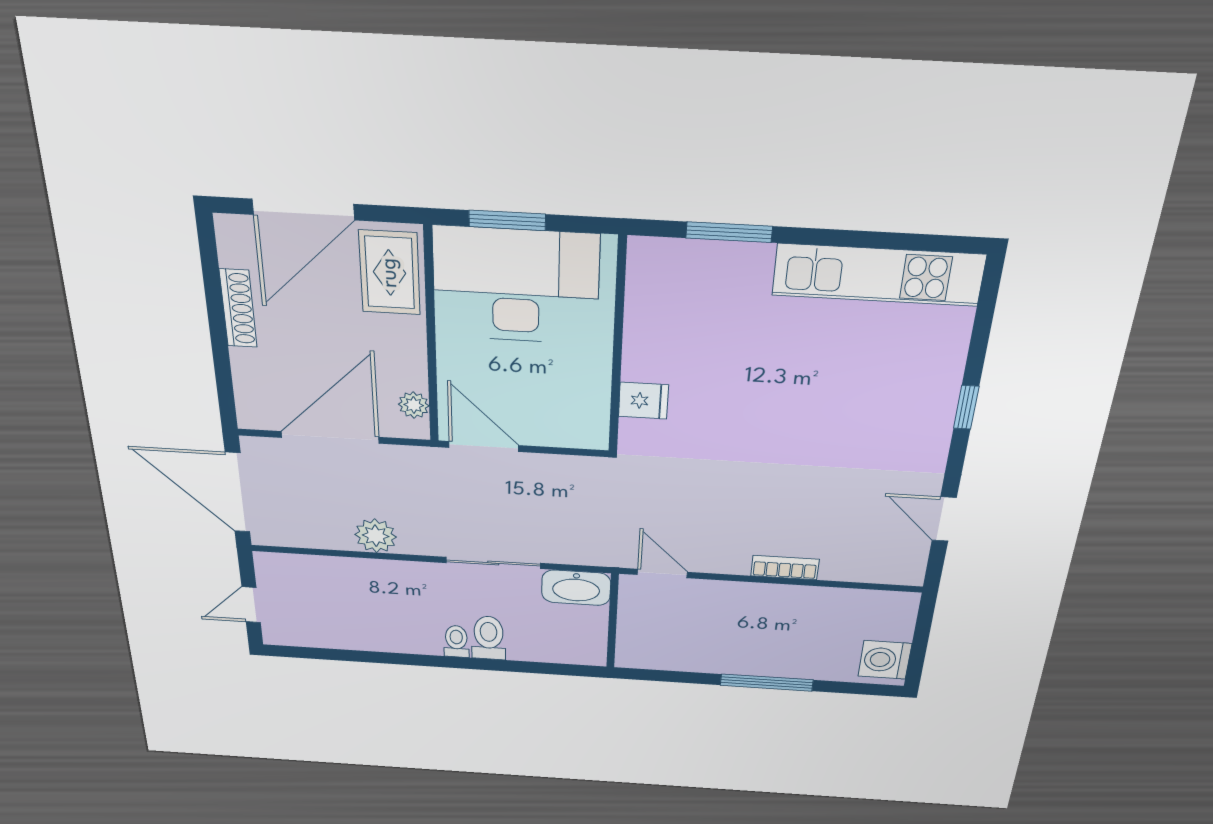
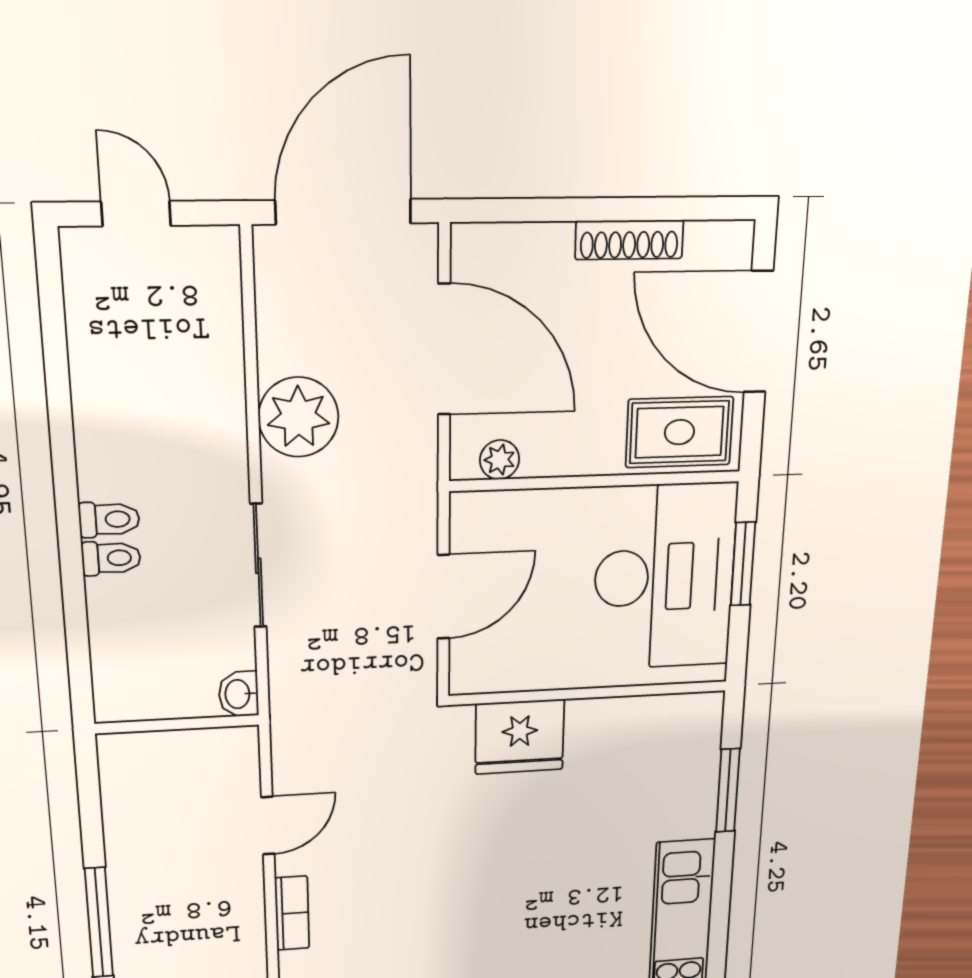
fridge: (643, 401) -> (520, 737), width x1.88, depth x1.34
door: (484, 446) -> (443, 597), moved
plant: (376, 536) -> (298, 417), width x1.36, depth x1.36
door: (662, 573) -> (268, 826), moved
washbasin: (576, 588) -> (239, 694), width x0.52, depth x0.69
toilet: (489, 638) -> (111, 558), width x0.73, depth x0.72

